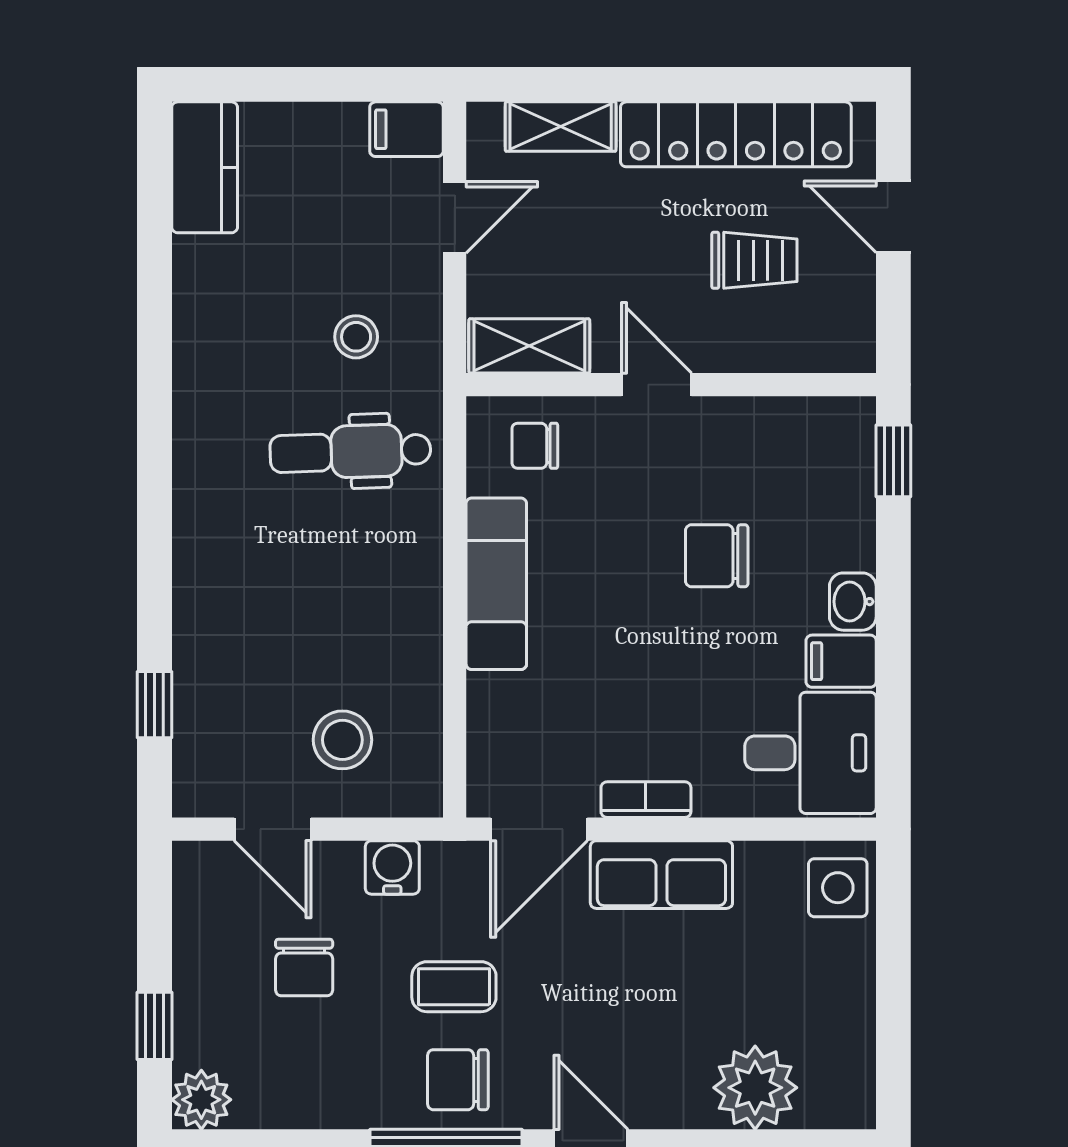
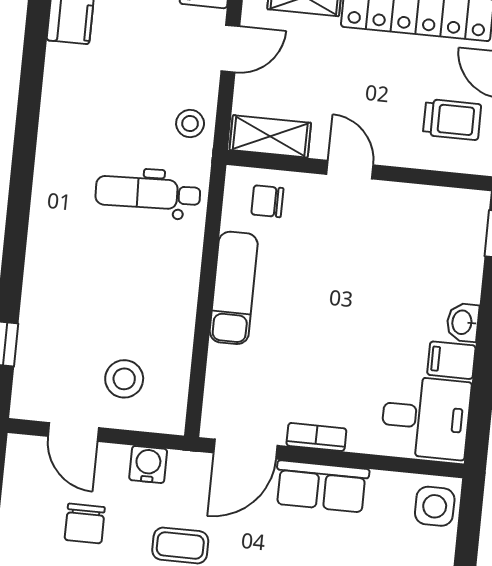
trolley: (754, 260) -> (452, 120), moved
stool: (356, 337) -> (190, 123), moved
chair: (717, 556) -> (378, 284), removed

